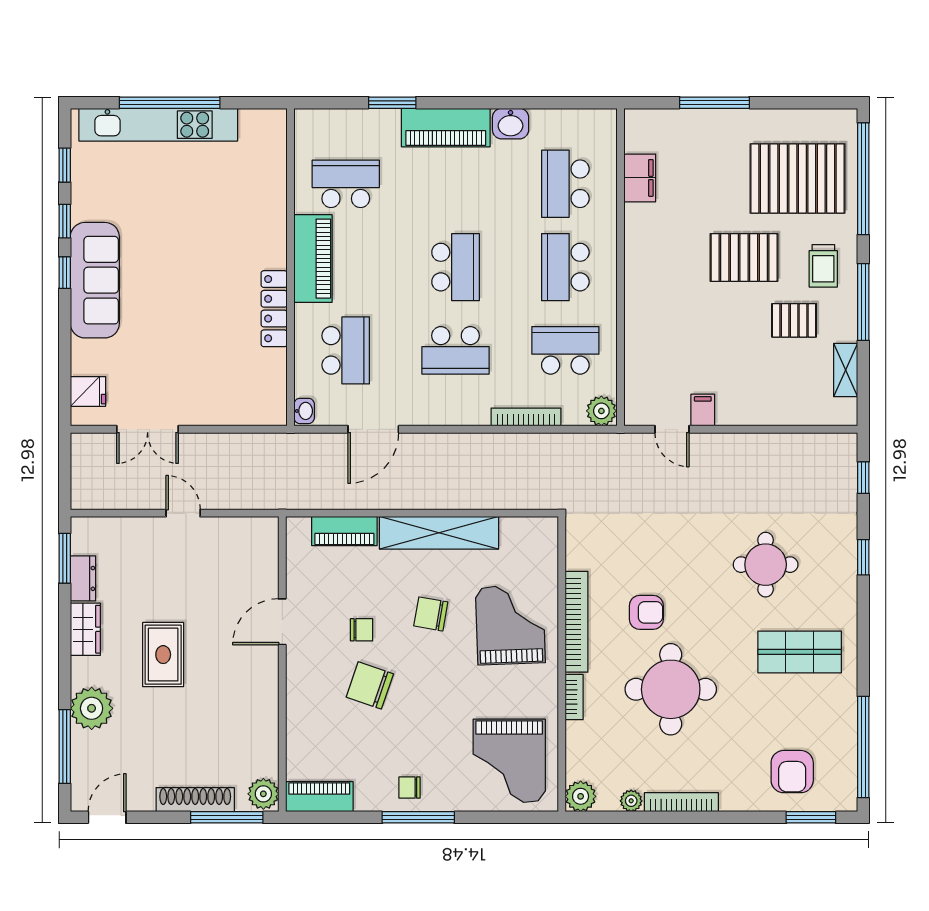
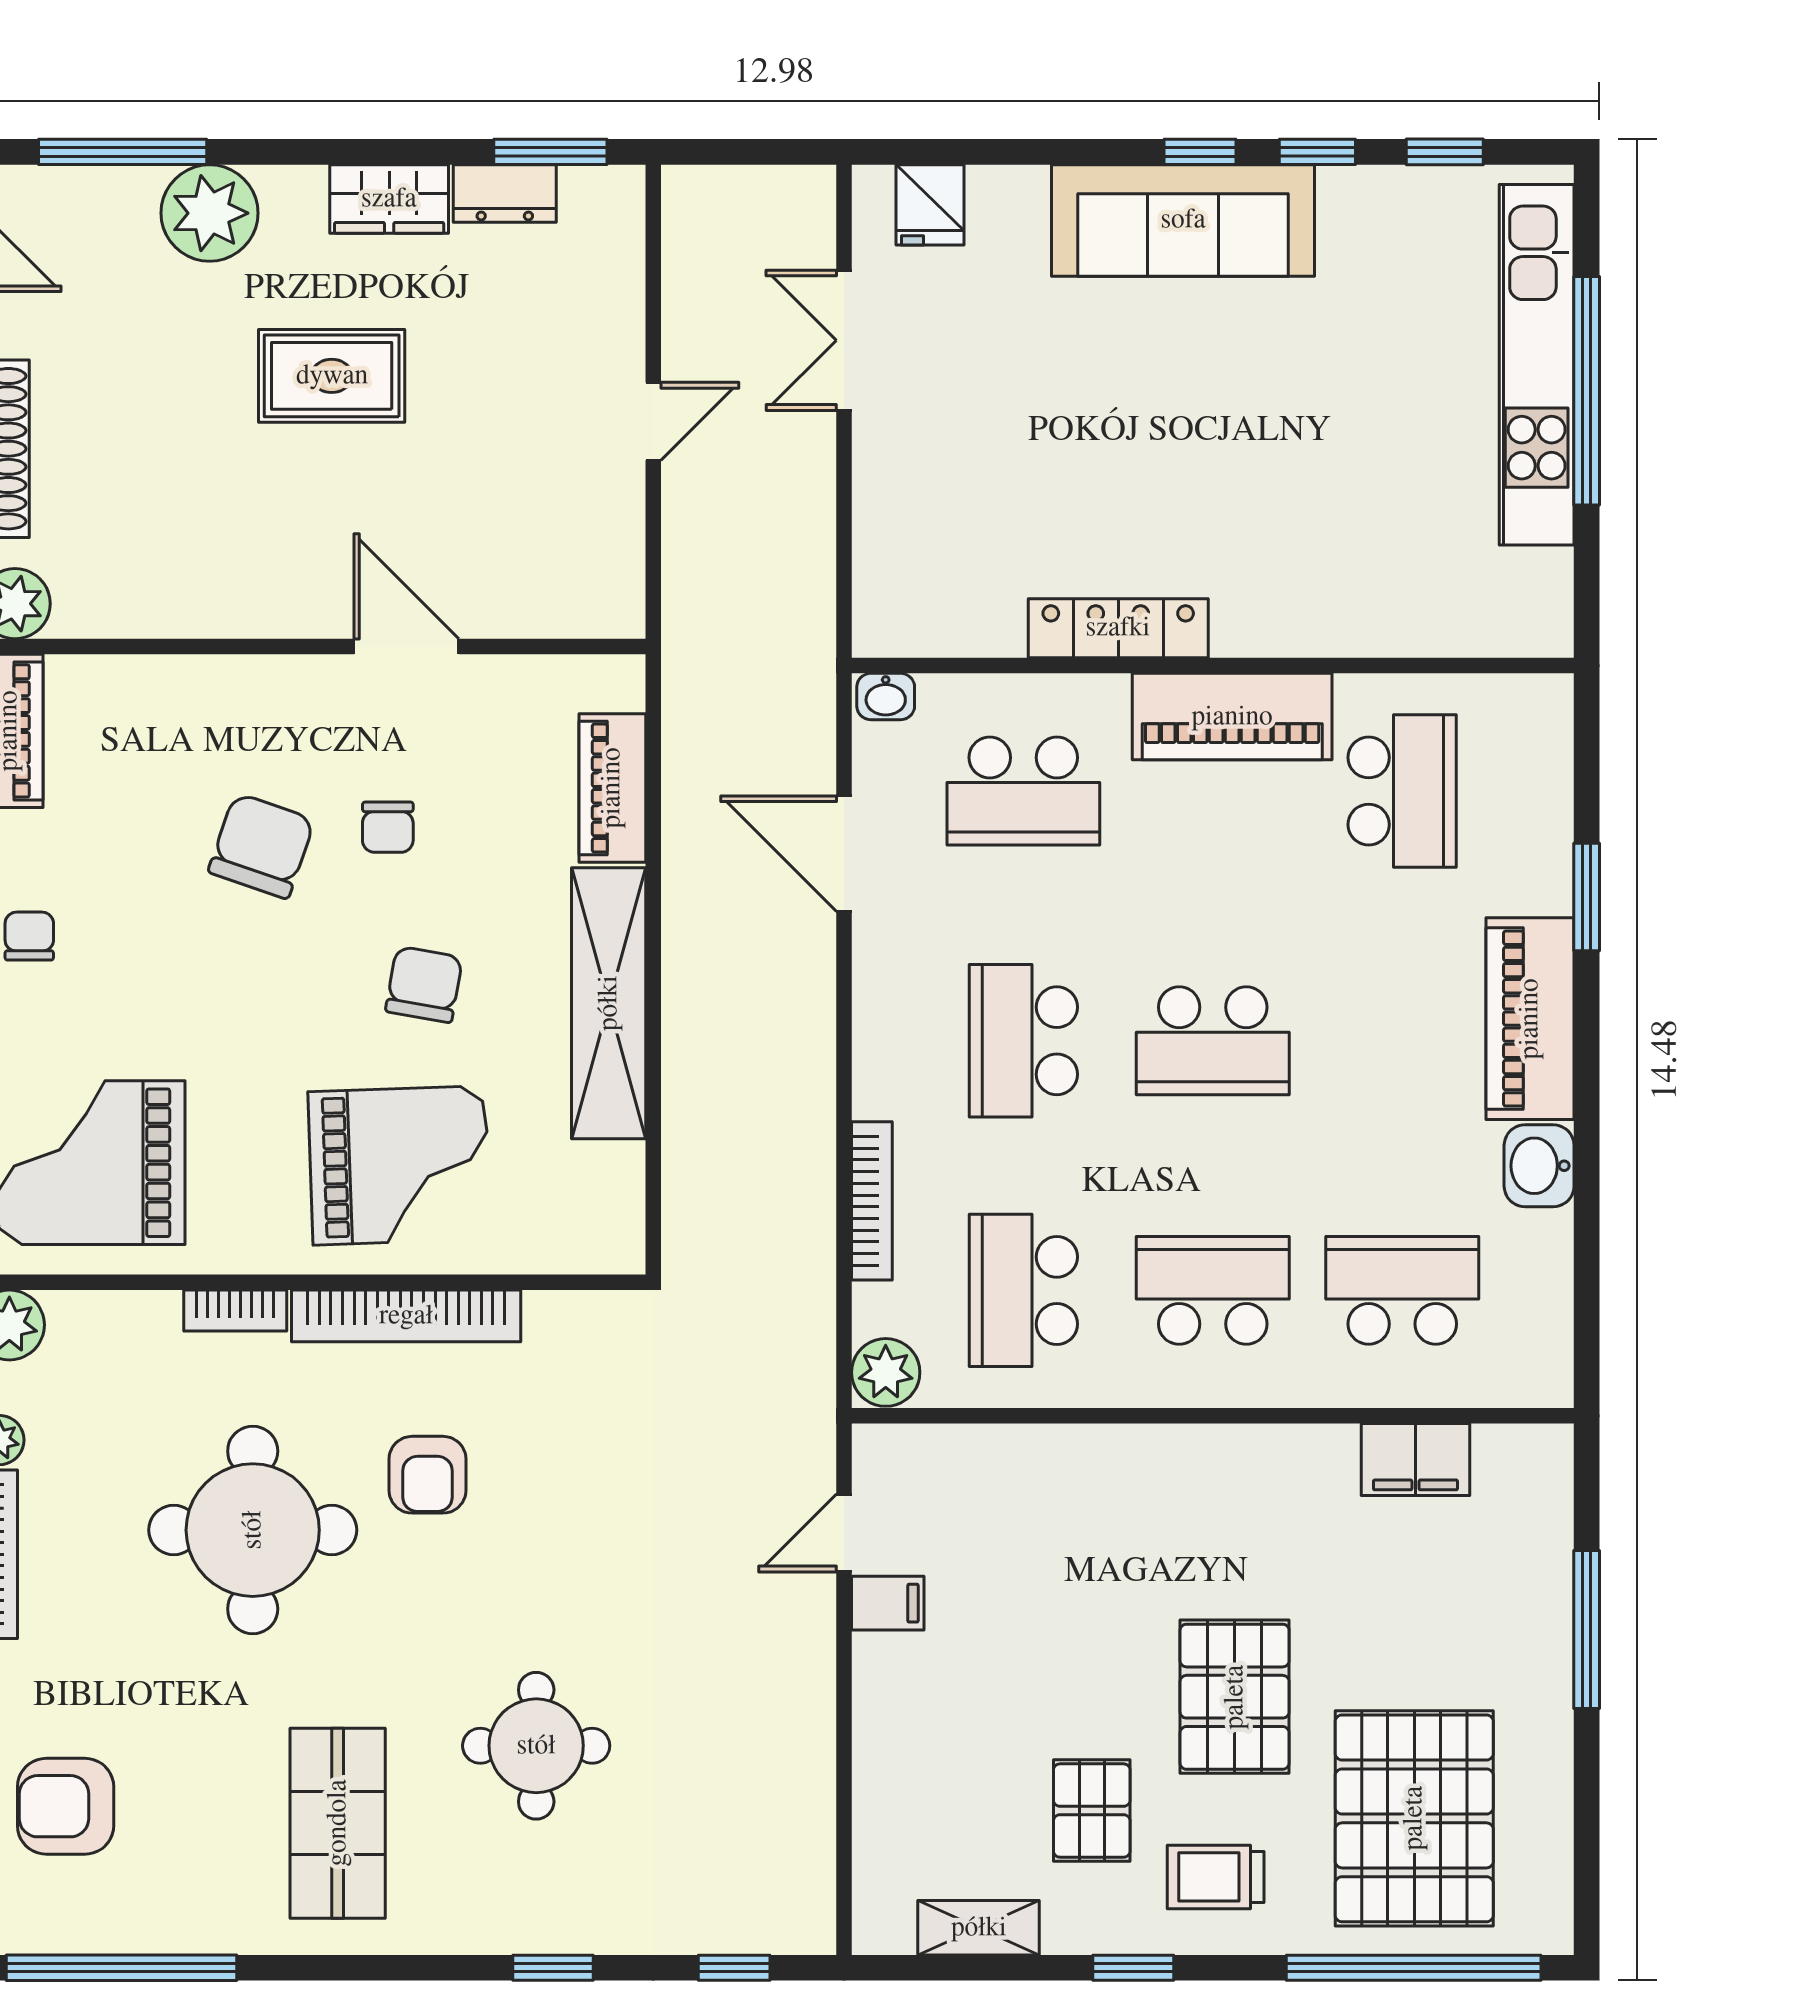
window: (863, 302) -> (1133, 1968), width x0.46
school desk: (565, 350) -> (1023, 1290), turned 180

